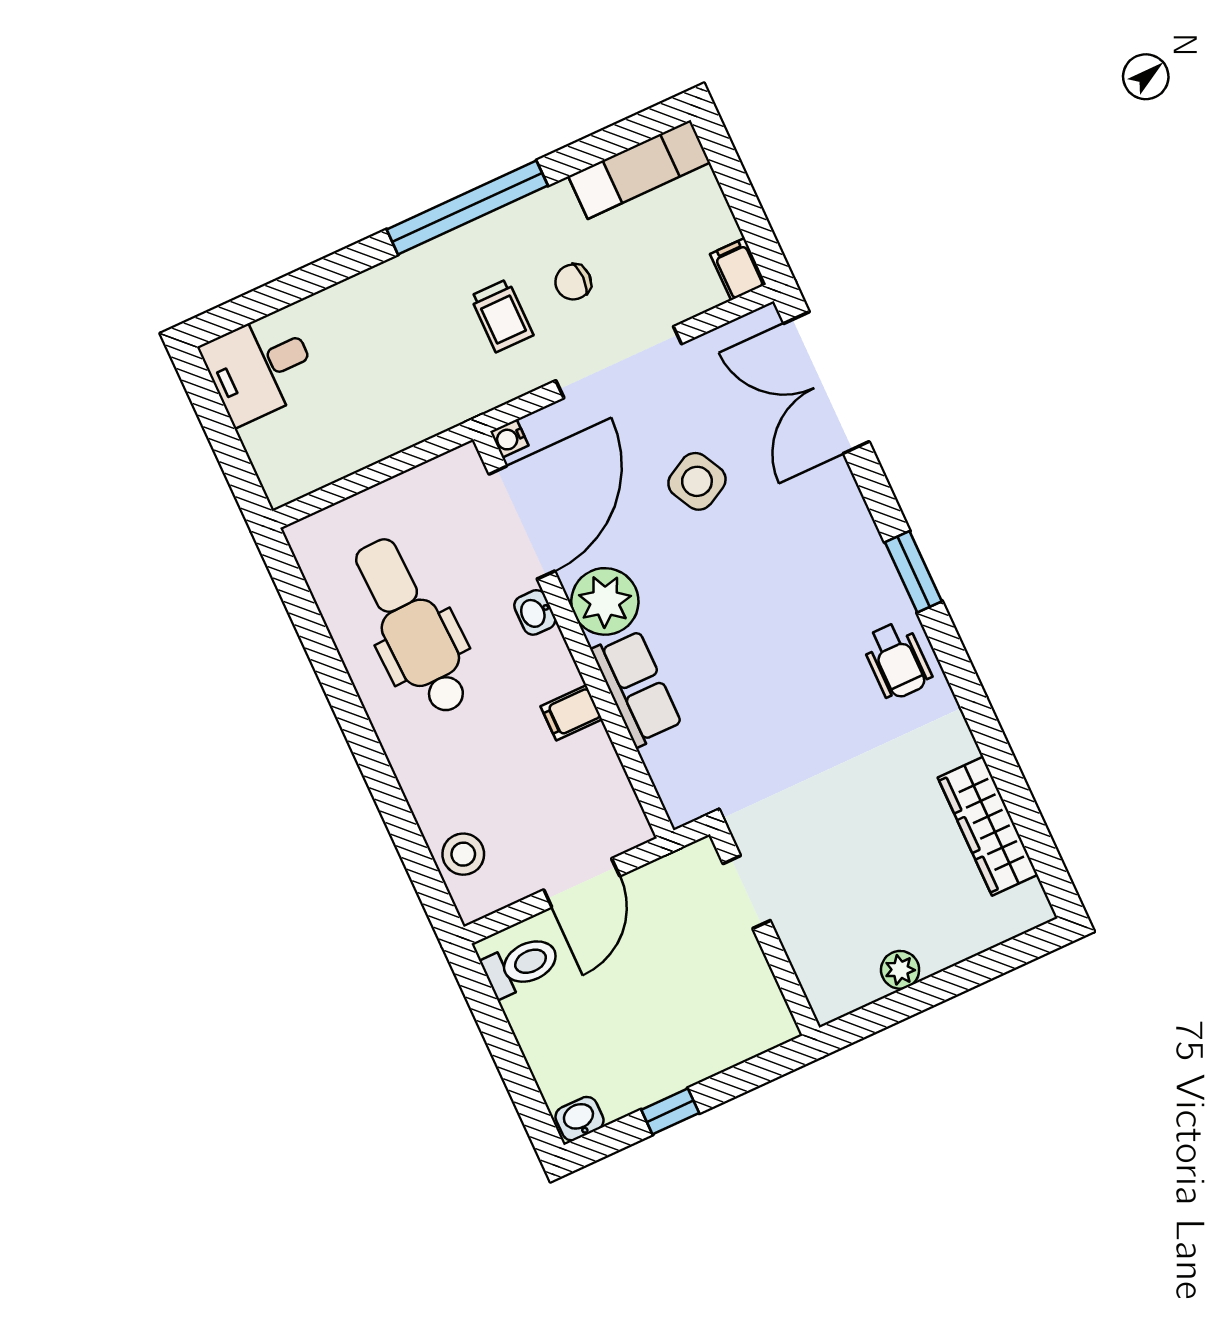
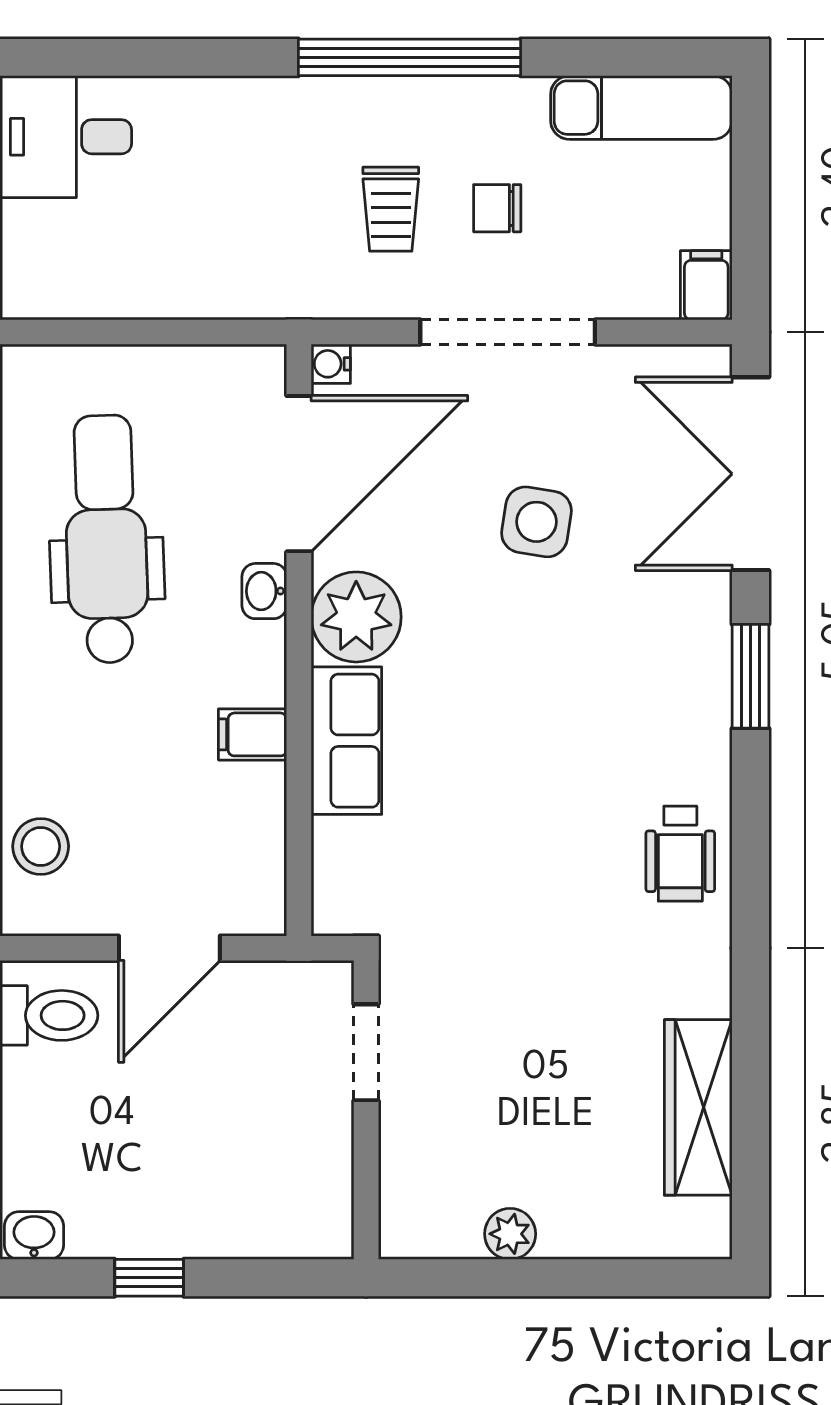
side table: (697, 481) -> (536, 522), turned 37
window: (913, 572) -> (750, 676), moved

